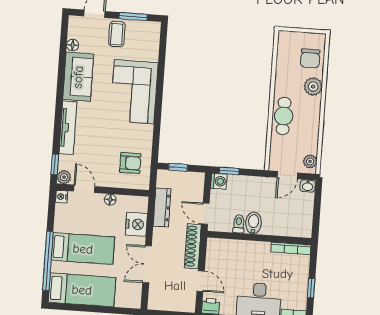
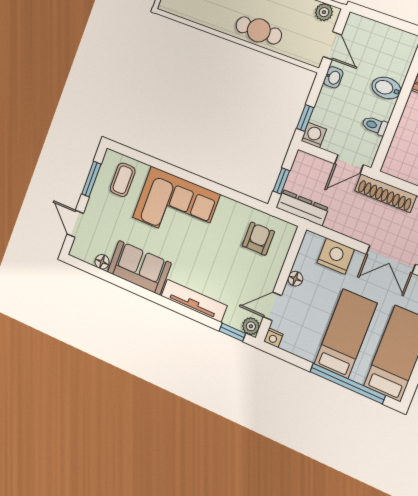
coffee table: (117, 34) -> (123, 180), moved, turned 90
washbasin: (308, 186) -> (333, 77), moved
dresser: (162, 208) -> (302, 208), moved
bidet: (253, 223) -> (386, 88), moved

